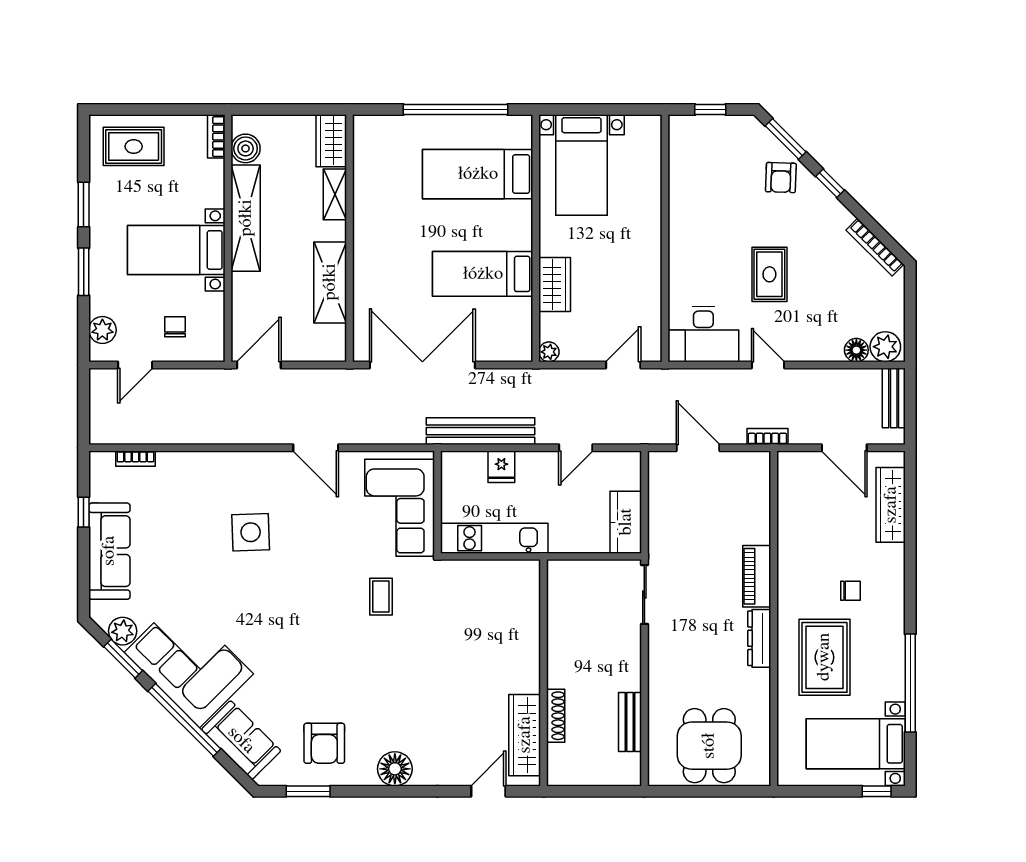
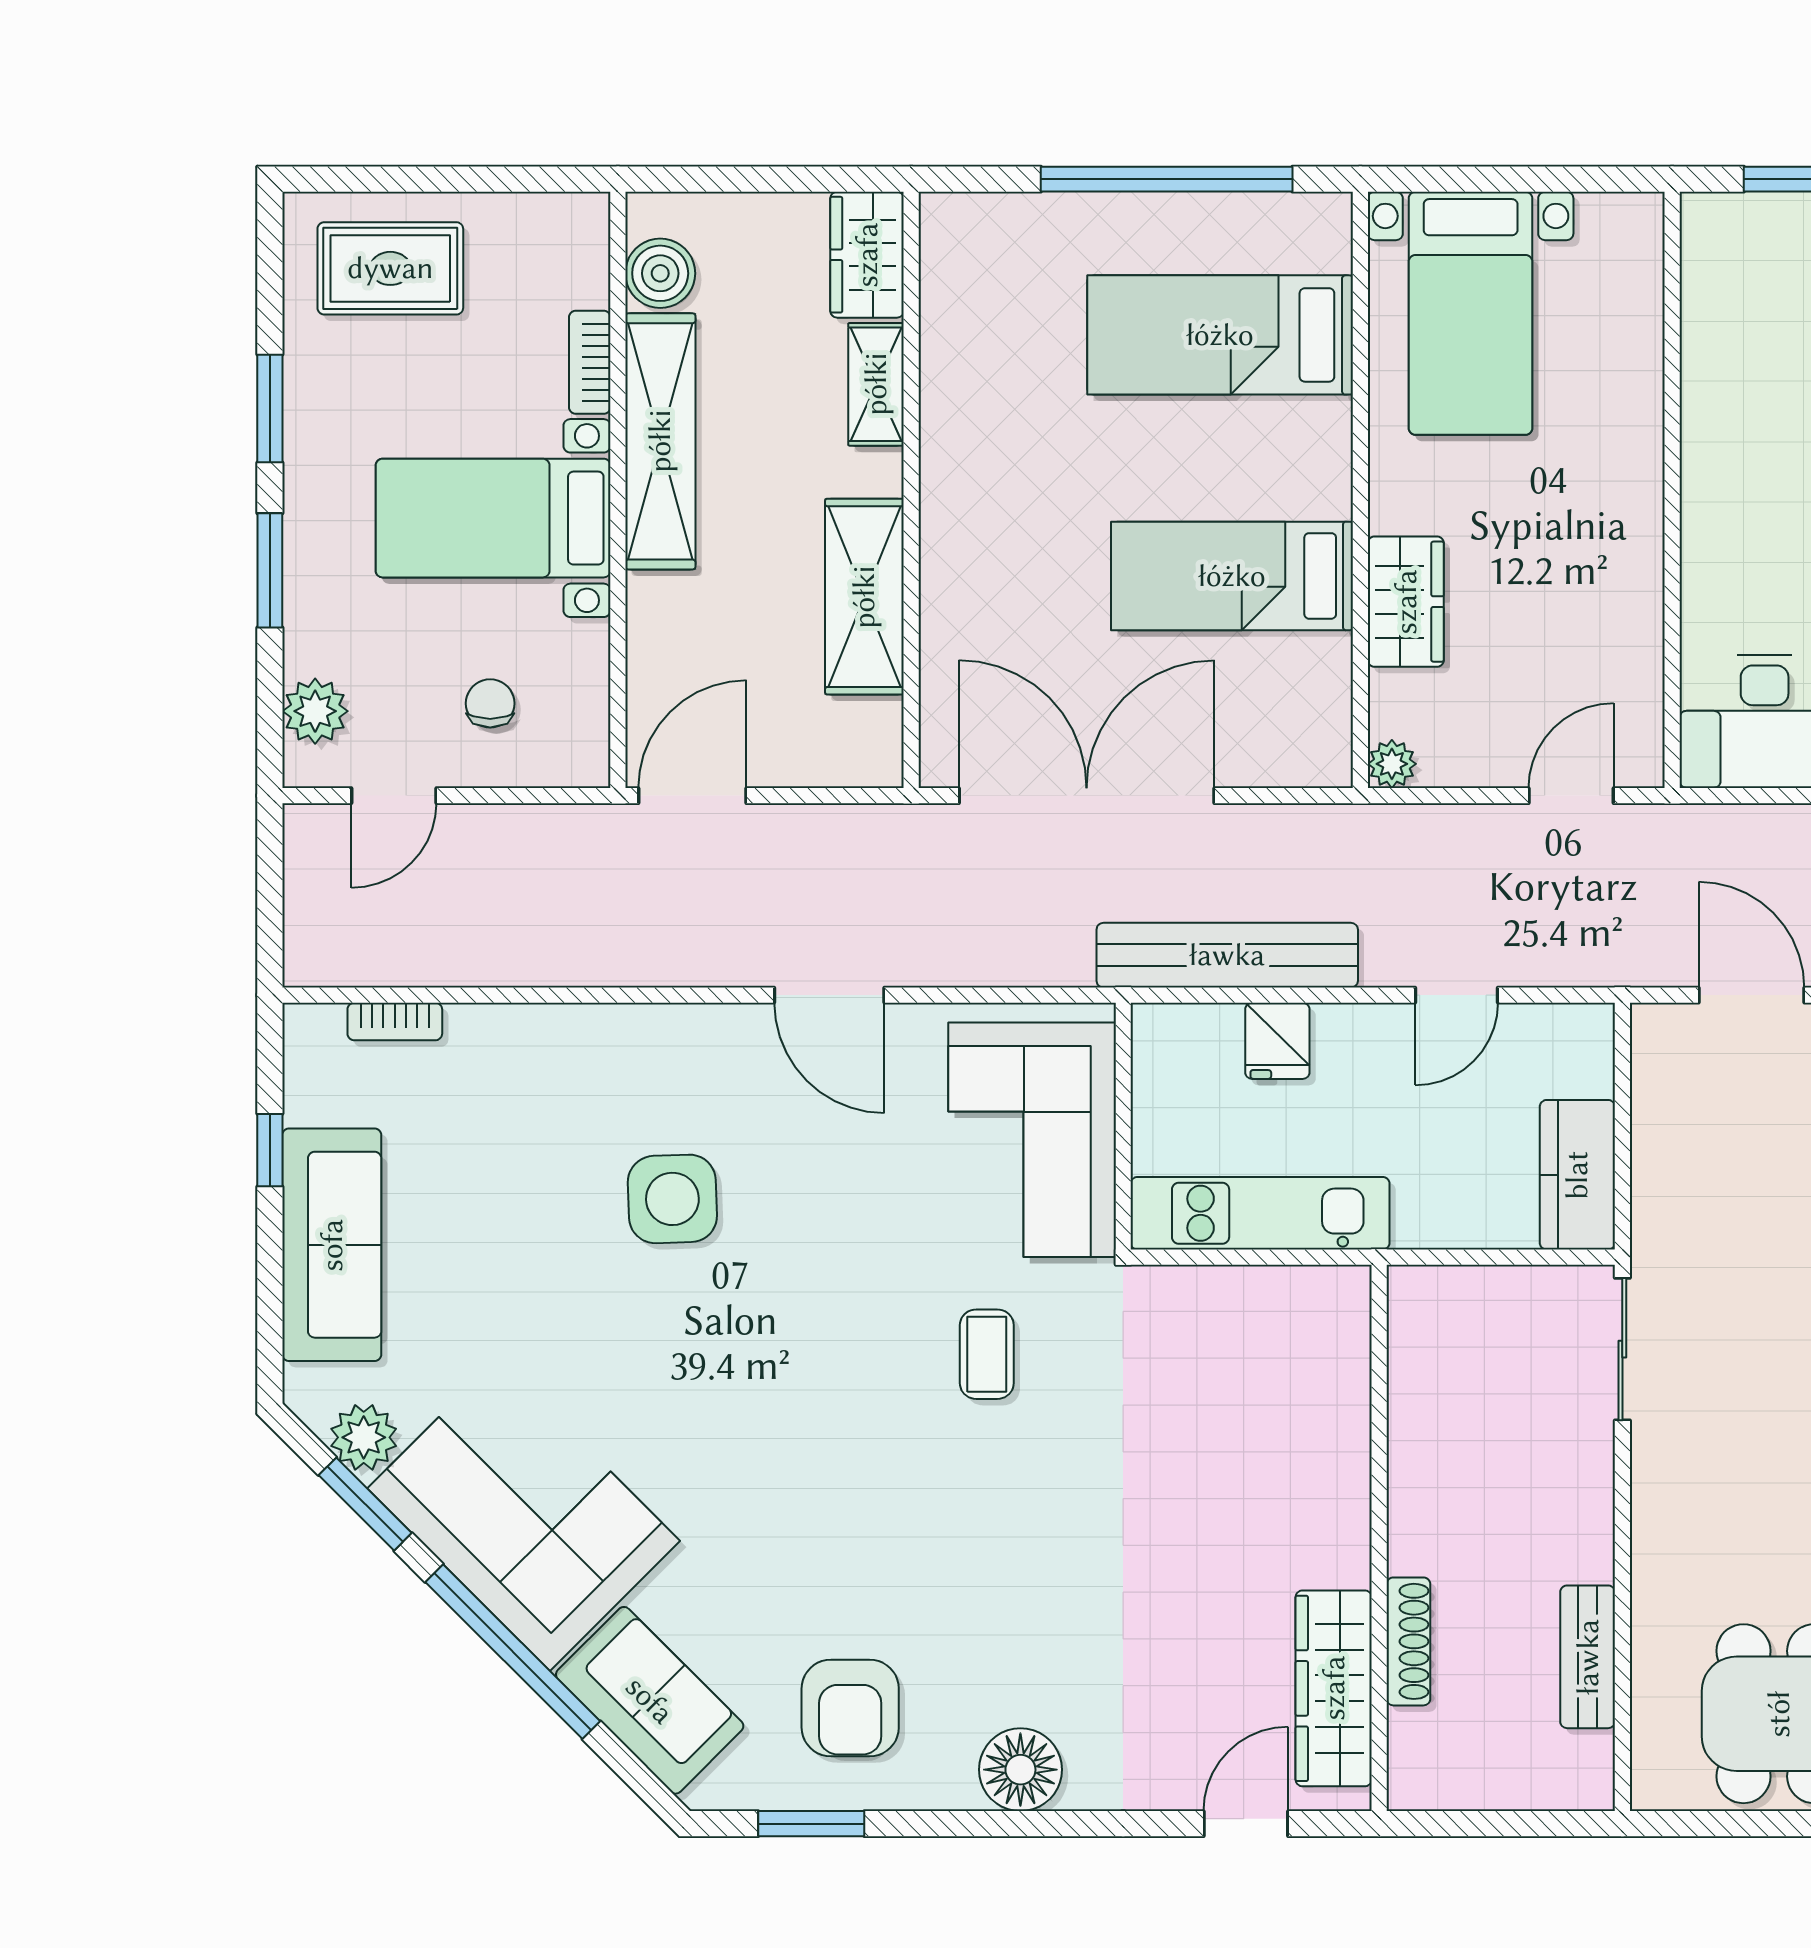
bookcase: (216, 137) -> (590, 362), moved

